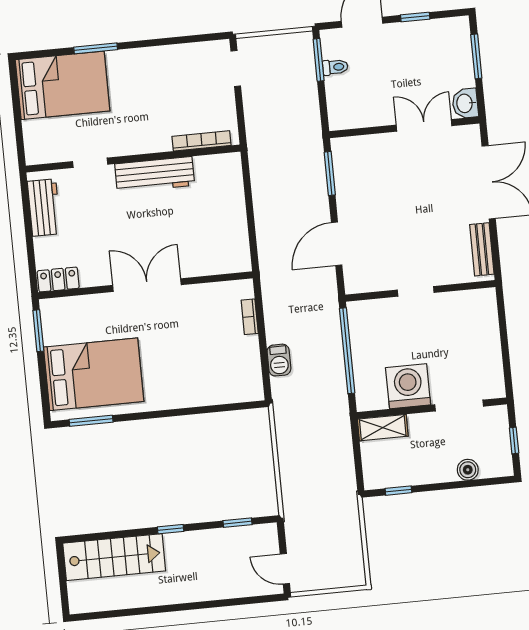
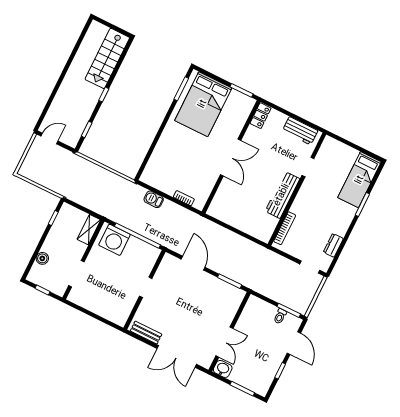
dresser: (182, 54) -> (333, 245), added
bed: (63, 85) -> (360, 180), width x0.67
washing machine: (408, 386) -> (114, 240), moved, turned 90

